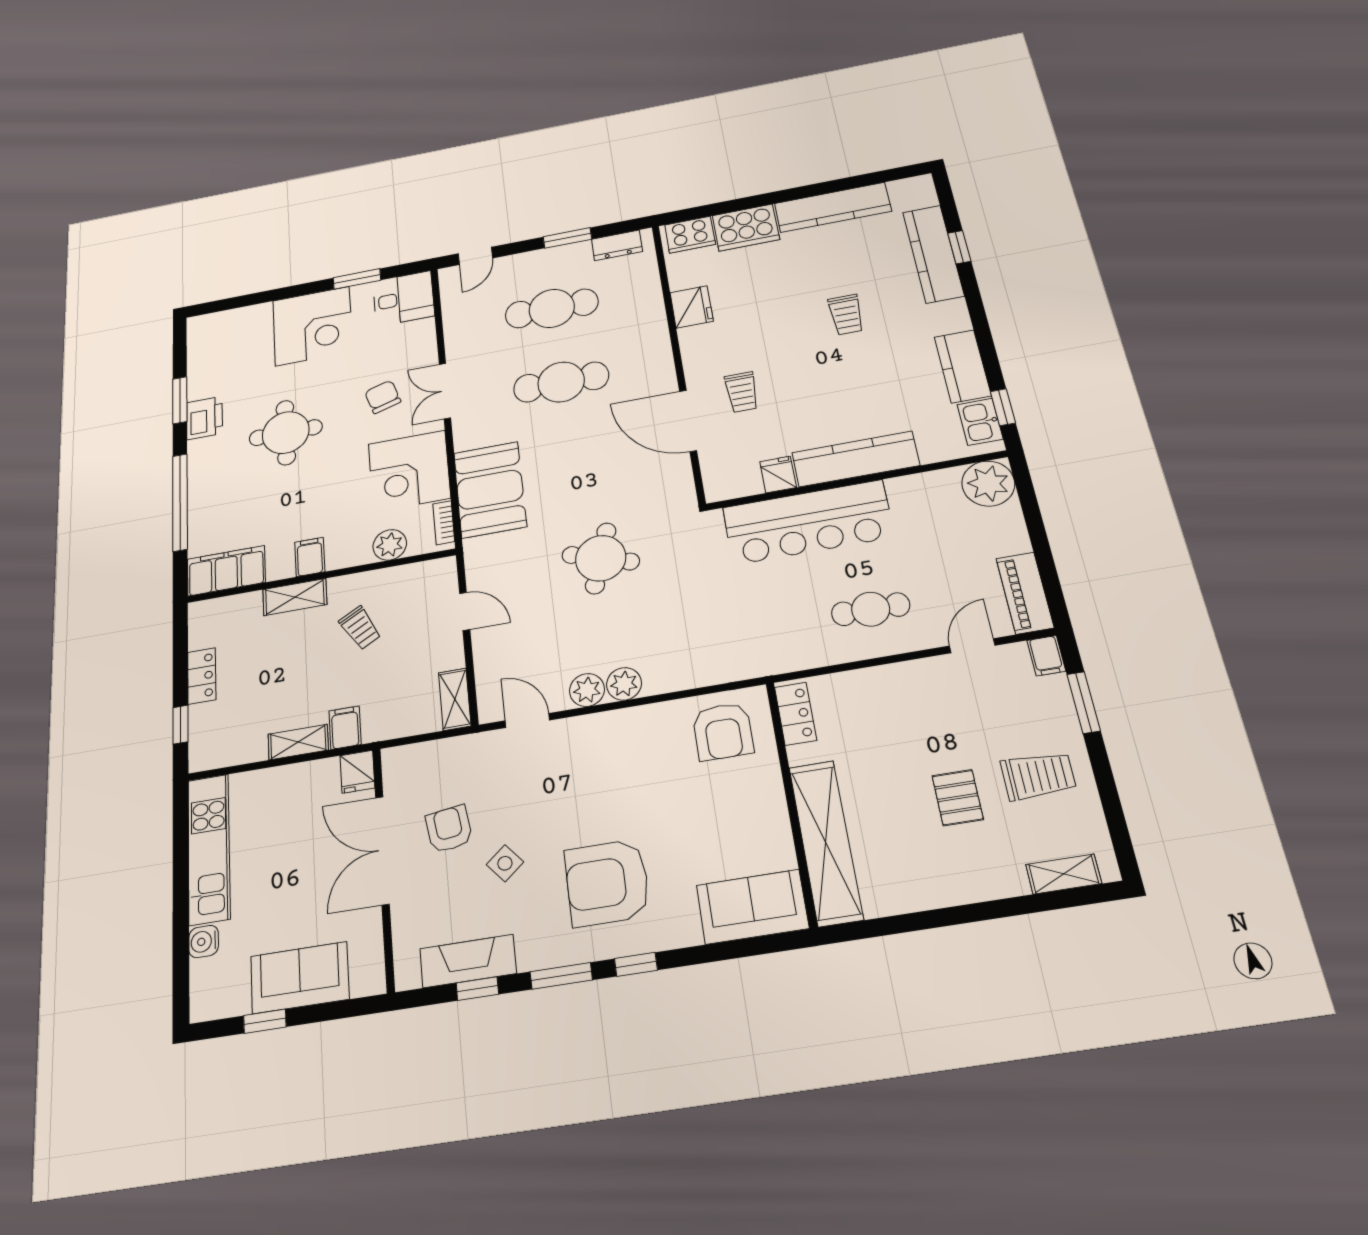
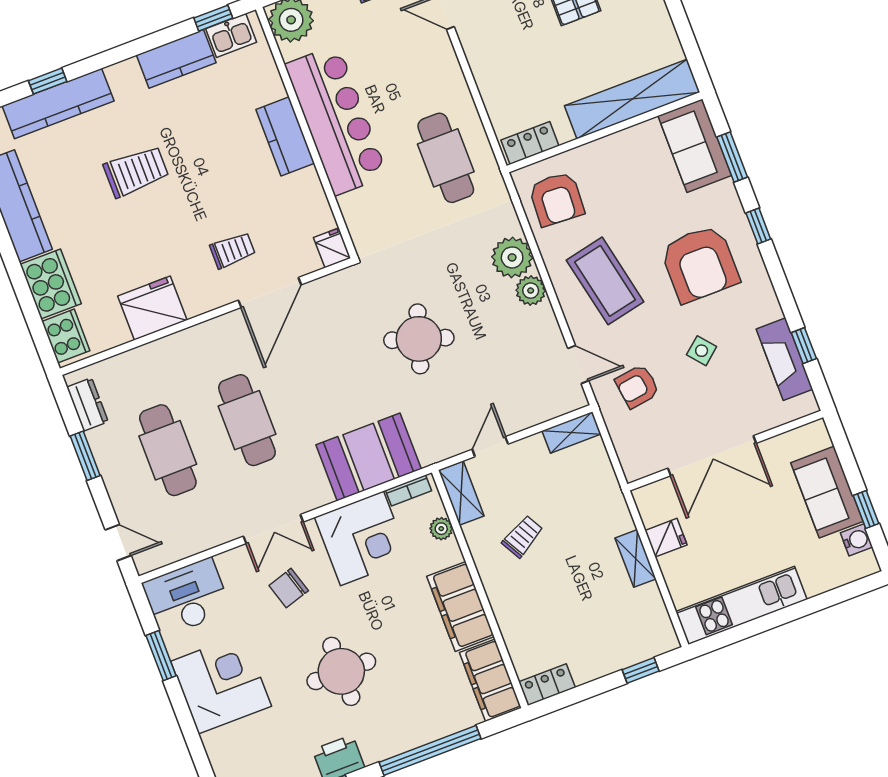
desk: (404, 299) -> (187, 597), width x1.37
fridge: (692, 307) -> (152, 308), width x1.36, depth x1.34
trolley: (846, 315) -> (136, 171), width x1.36, depth x1.39
kitchen counter: (856, 459) -> (285, 136), width x0.67
fridge: (778, 475) -> (332, 248), moved, turned 90
bar counter: (808, 522) -> (336, 120), moved
plant: (390, 545) -> (441, 529), width x0.73, depth x0.73
filing cabinet: (310, 557) -> (461, 606), width x3.00, depth x1.17
shelving: (295, 597) -> (461, 493), moved
cafe table: (871, 609) -> (446, 158), moved, width x1.37, depth x1.35
locker: (202, 676) -> (547, 685), moved
plant: (587, 690) -> (512, 257), moved, width x1.36, depth x1.36
door: (527, 720) -> (578, 364), swing flipped
filing cabinet: (345, 728) -> (615, 521), removed
armchair: (723, 731) -> (556, 199), turned 93
coffee table: (614, 768) -> (605, 281), added
fridge: (357, 772) -> (666, 538), moved
armchair: (449, 829) -> (637, 386), moved
water cooler: (204, 941) -> (857, 540), moved, turned -90
window: (561, 976) -> (732, 157), moved

